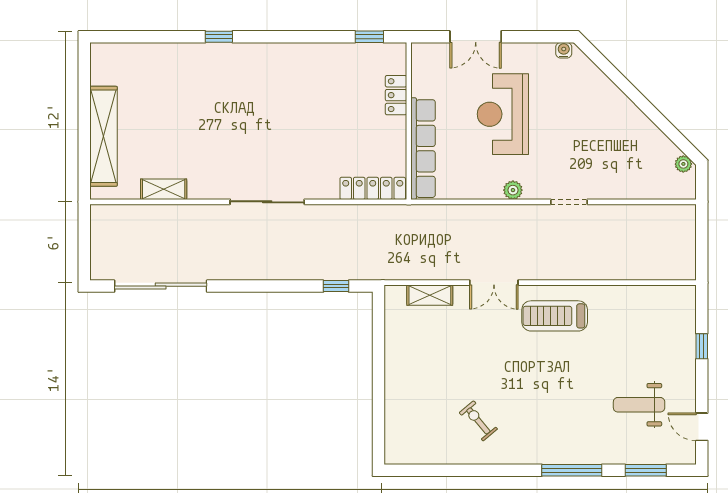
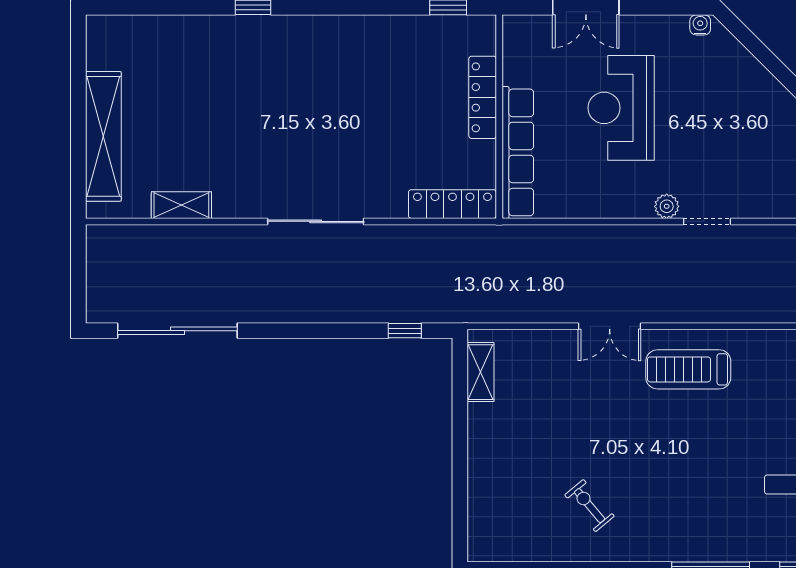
locker: (396, 95) -> (483, 97), width x1.53
plant: (513, 190) -> (667, 206), moved
shelving: (430, 295) -> (480, 372), moved, turned 90

